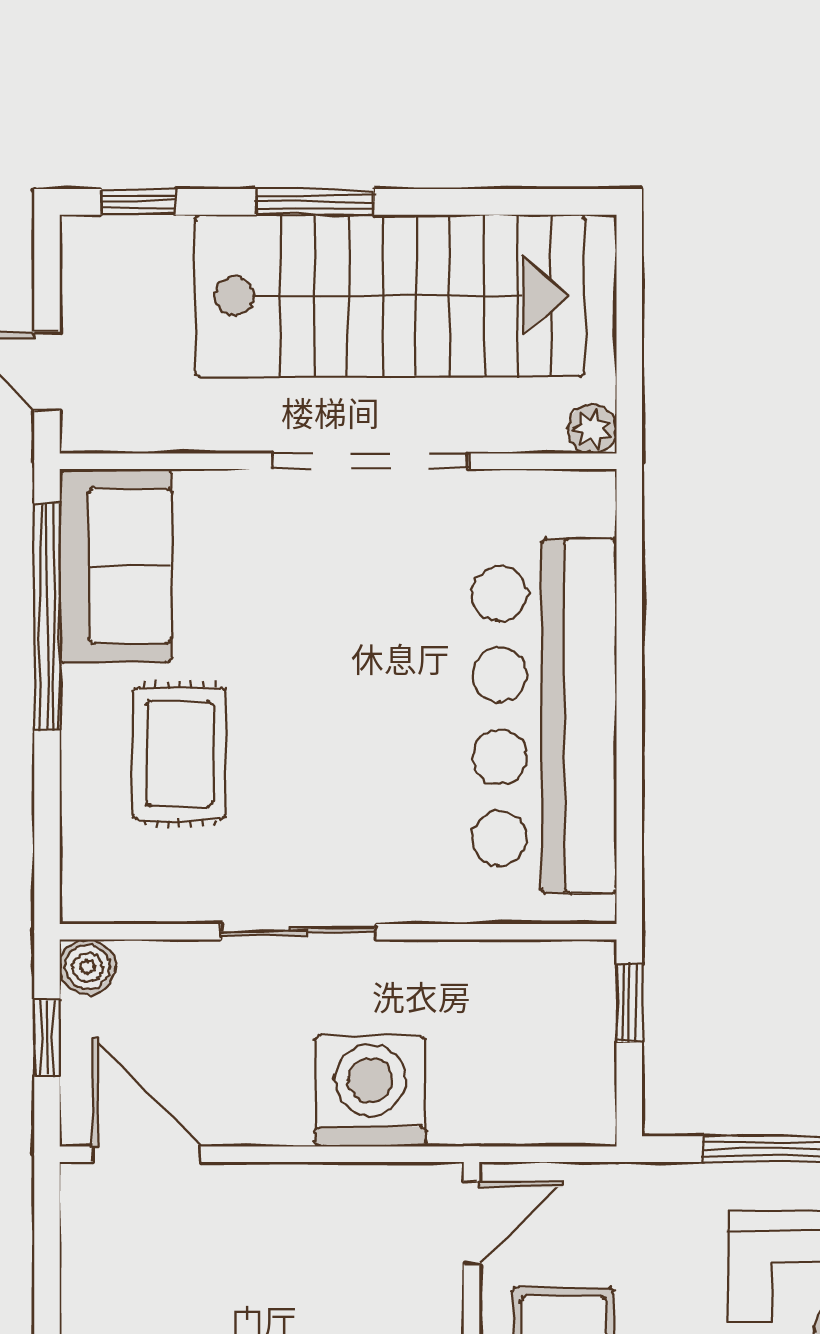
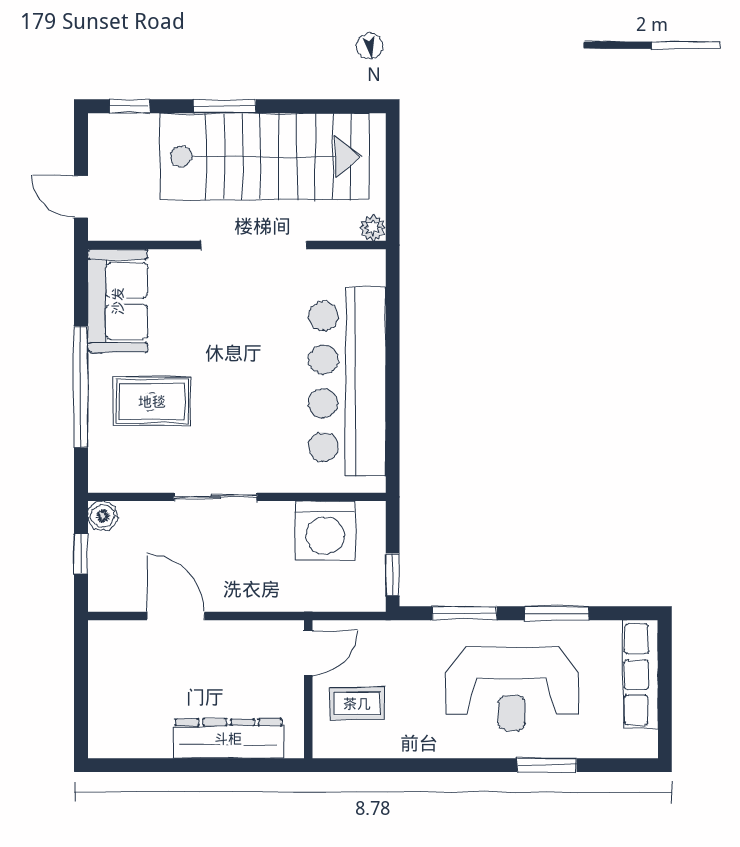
window: (47, 616) -> (81, 387), moved
rug: (179, 754) -> (152, 402), turned 90
window: (629, 1003) -> (393, 575), moved
washing machine: (371, 1091) -> (325, 531), moved, turned 180
door: (147, 1154) -> (176, 616), moved

